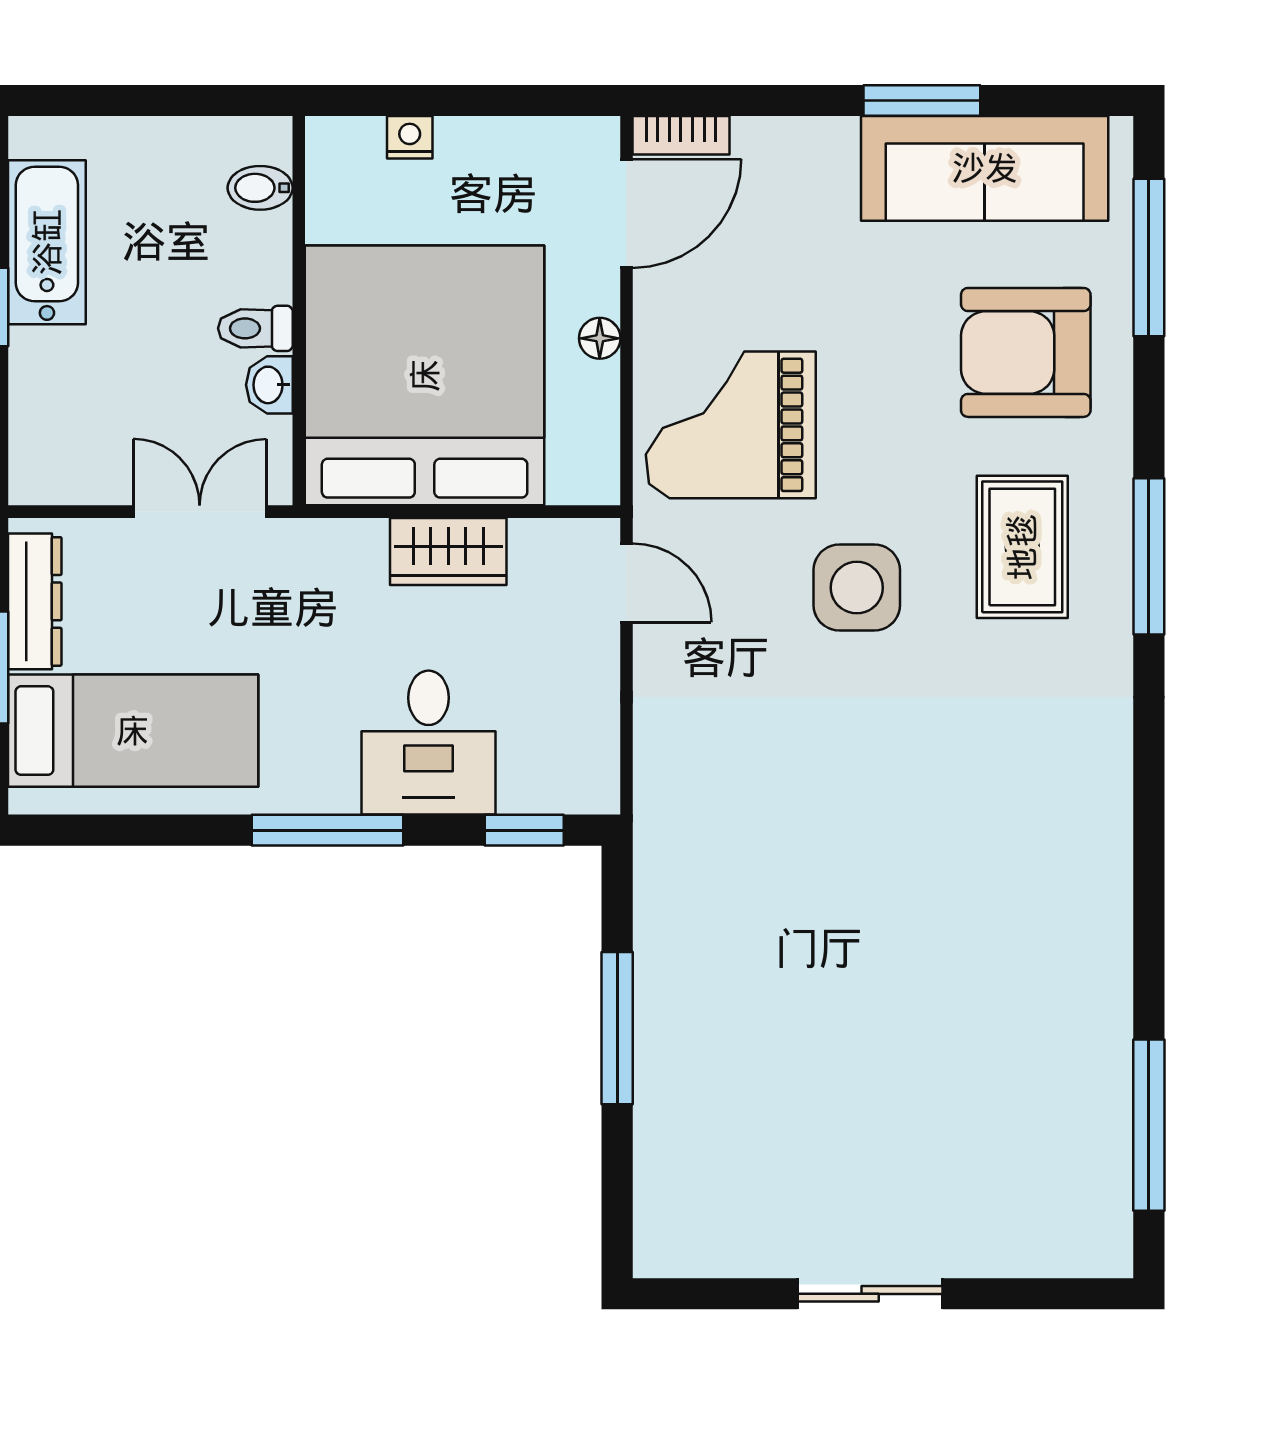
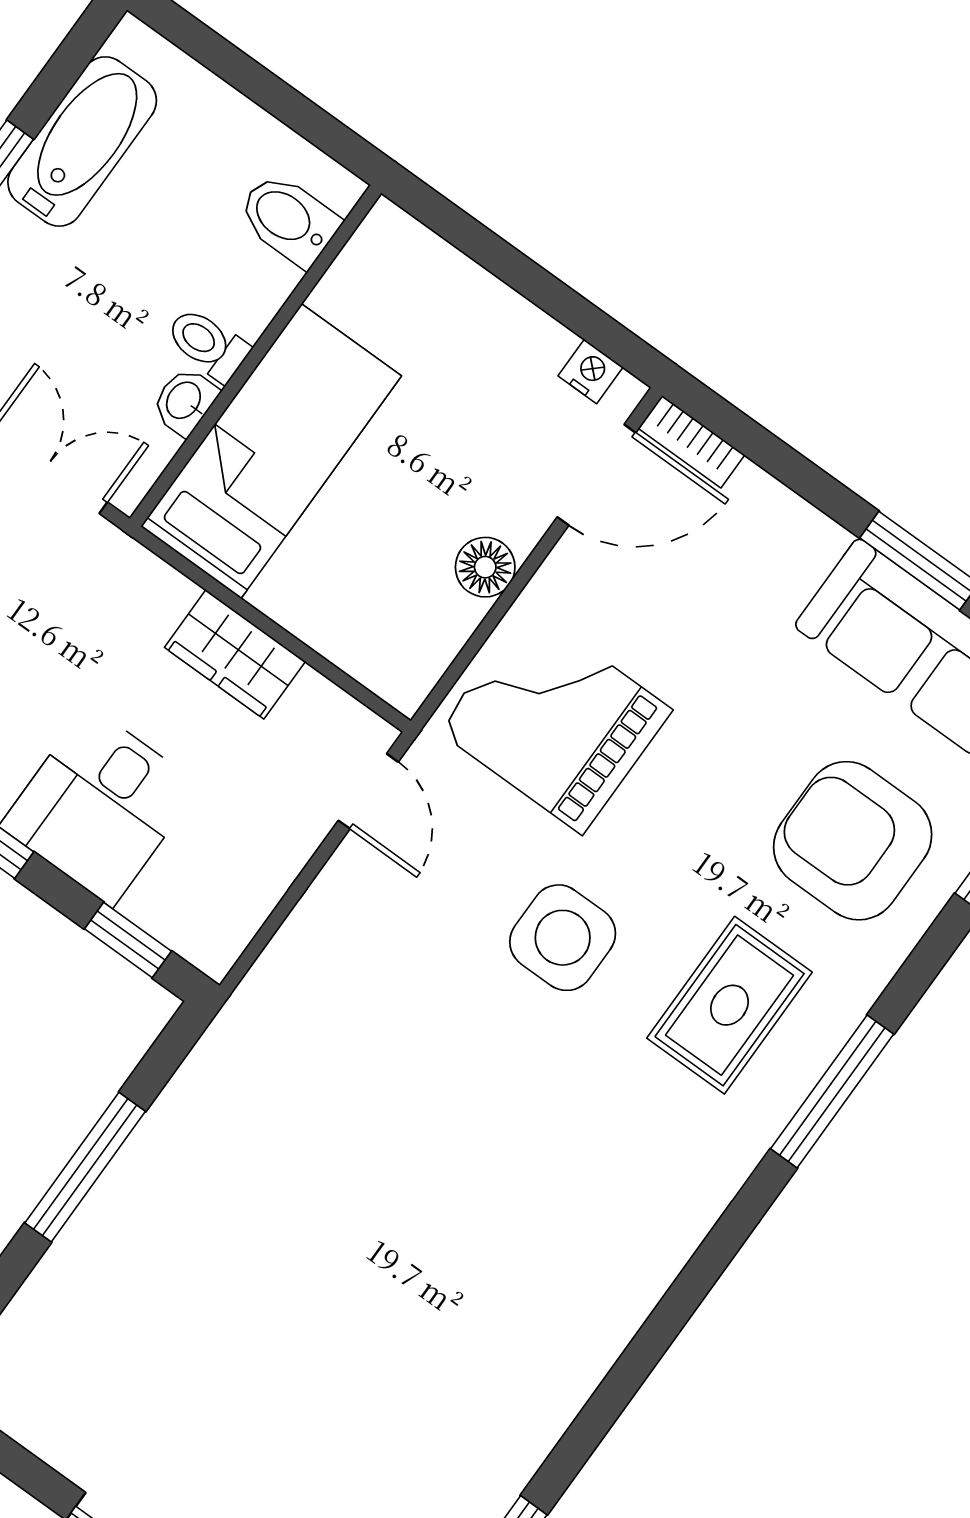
nightstand: (410, 137) -> (591, 372), moved
bidet: (260, 188) -> (288, 219), width x1.38, depth x1.36
floor lamp: (600, 338) -> (485, 567), width x1.37, depth x1.37
bed: (425, 375) -> (271, 451), width x0.49

